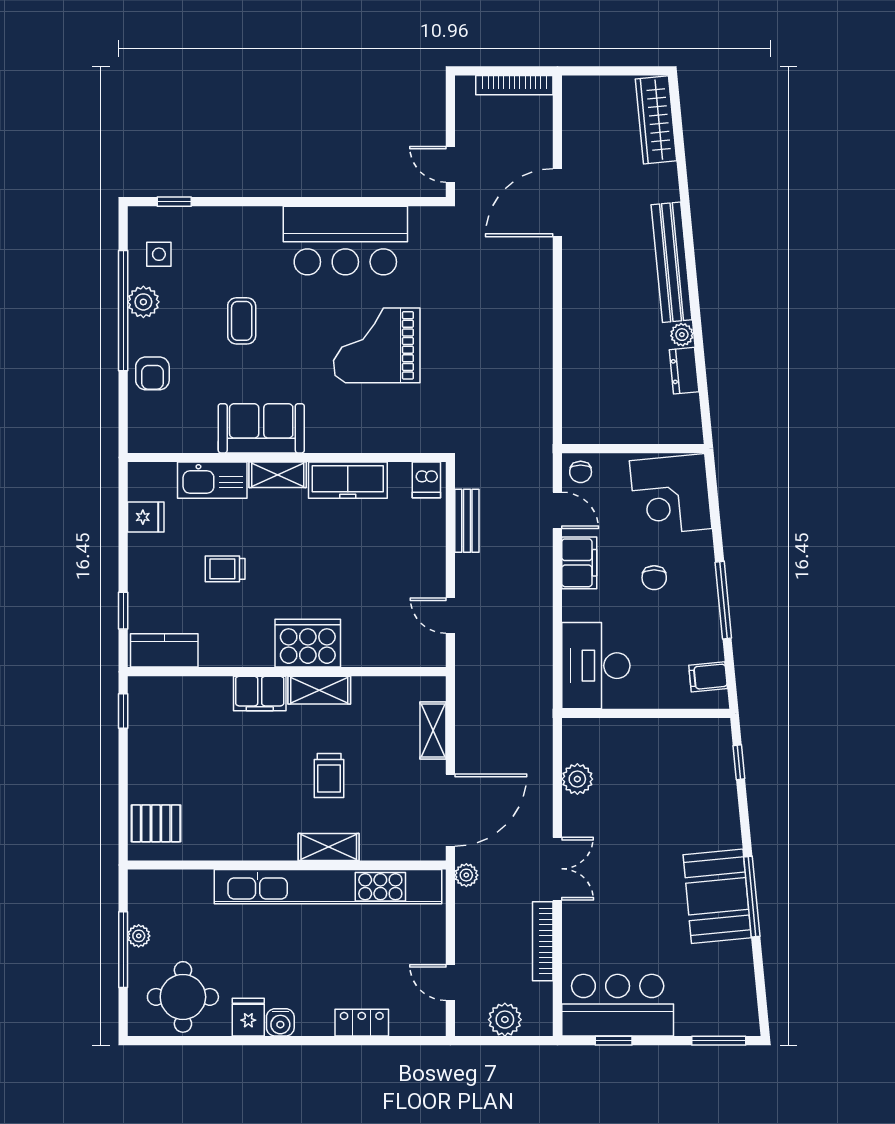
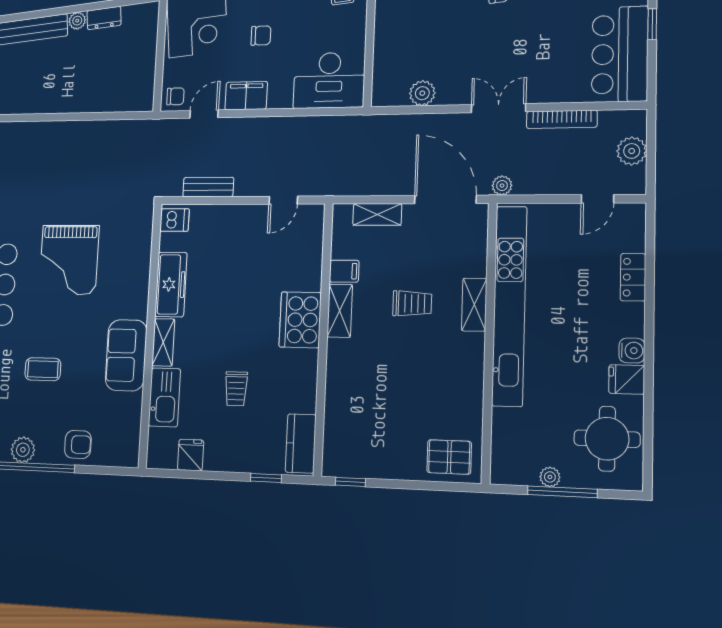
filing cabinet: (260, 694) -> (344, 271), moved, width x0.50
pallet: (156, 823) -> (449, 457), turned 90
window: (614, 1041) -> (652, 24), moved

